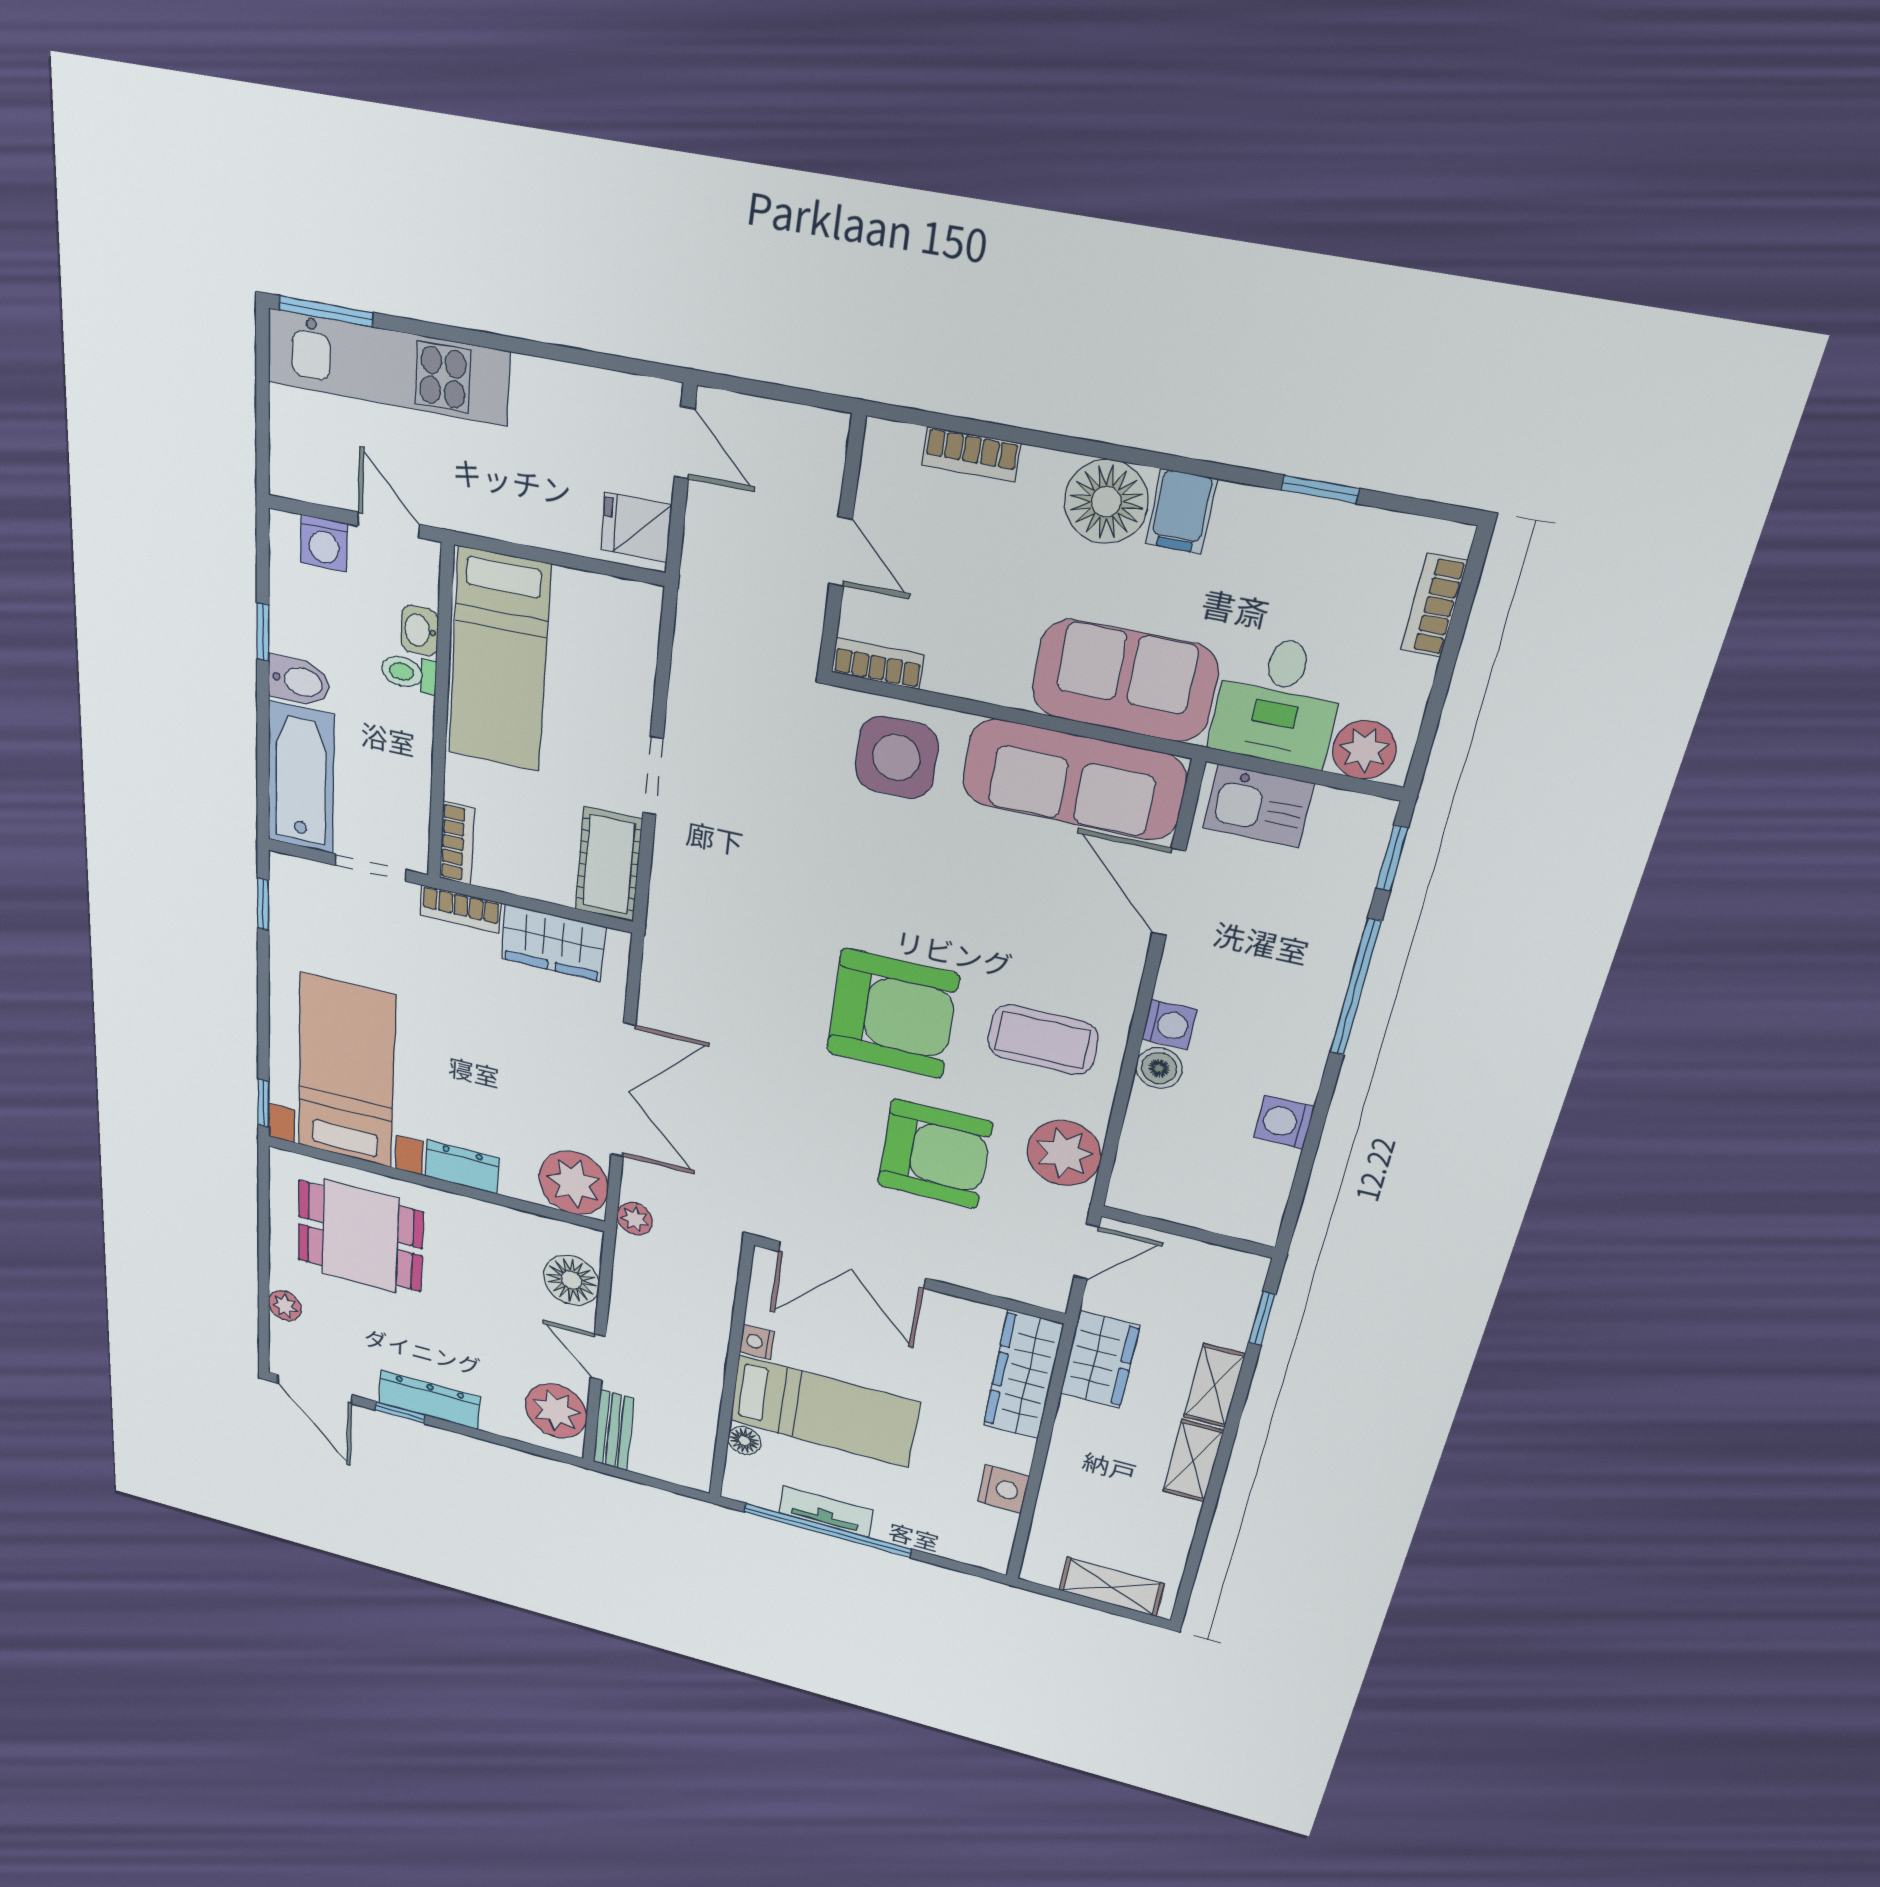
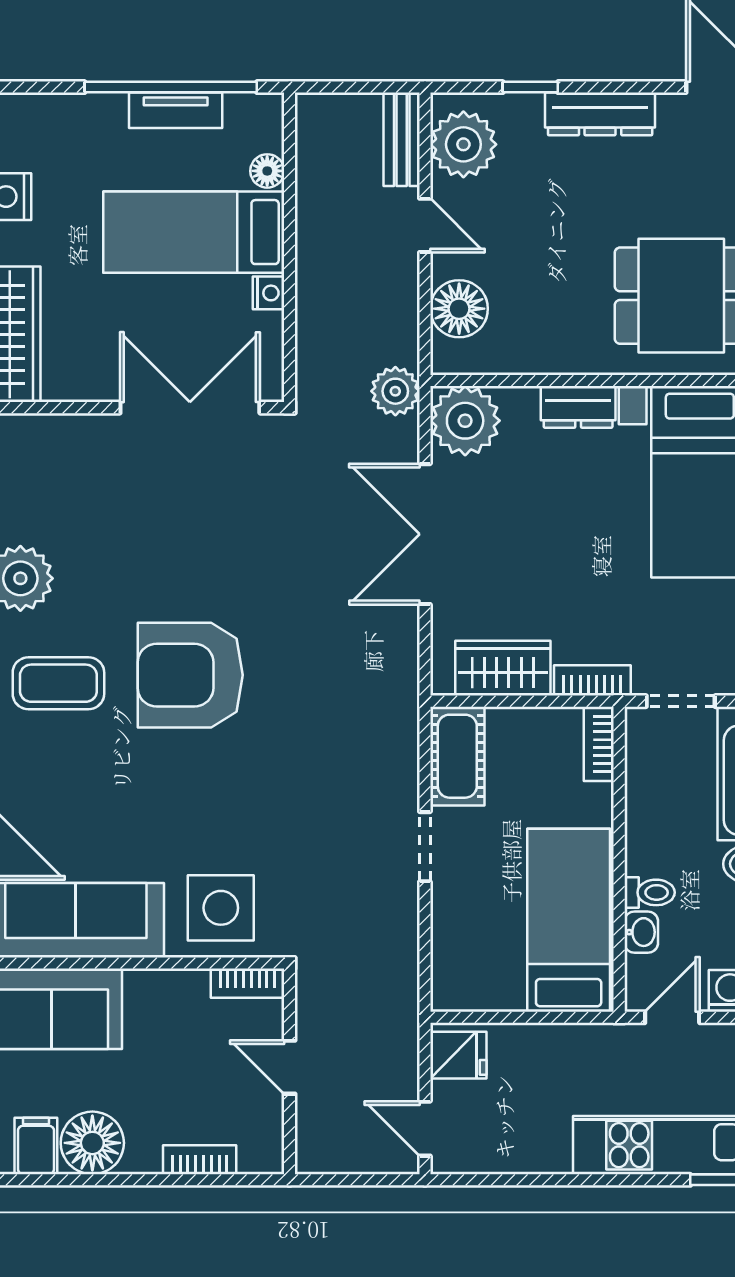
door: (389, 525) -> (672, 1017), swing flipped
armchair: (935, 1154) -> (132, 546), removed
plant: (635, 1219) -> (395, 391), width x1.38, depth x1.38
window: (400, 1412) -> (530, 87), moved

